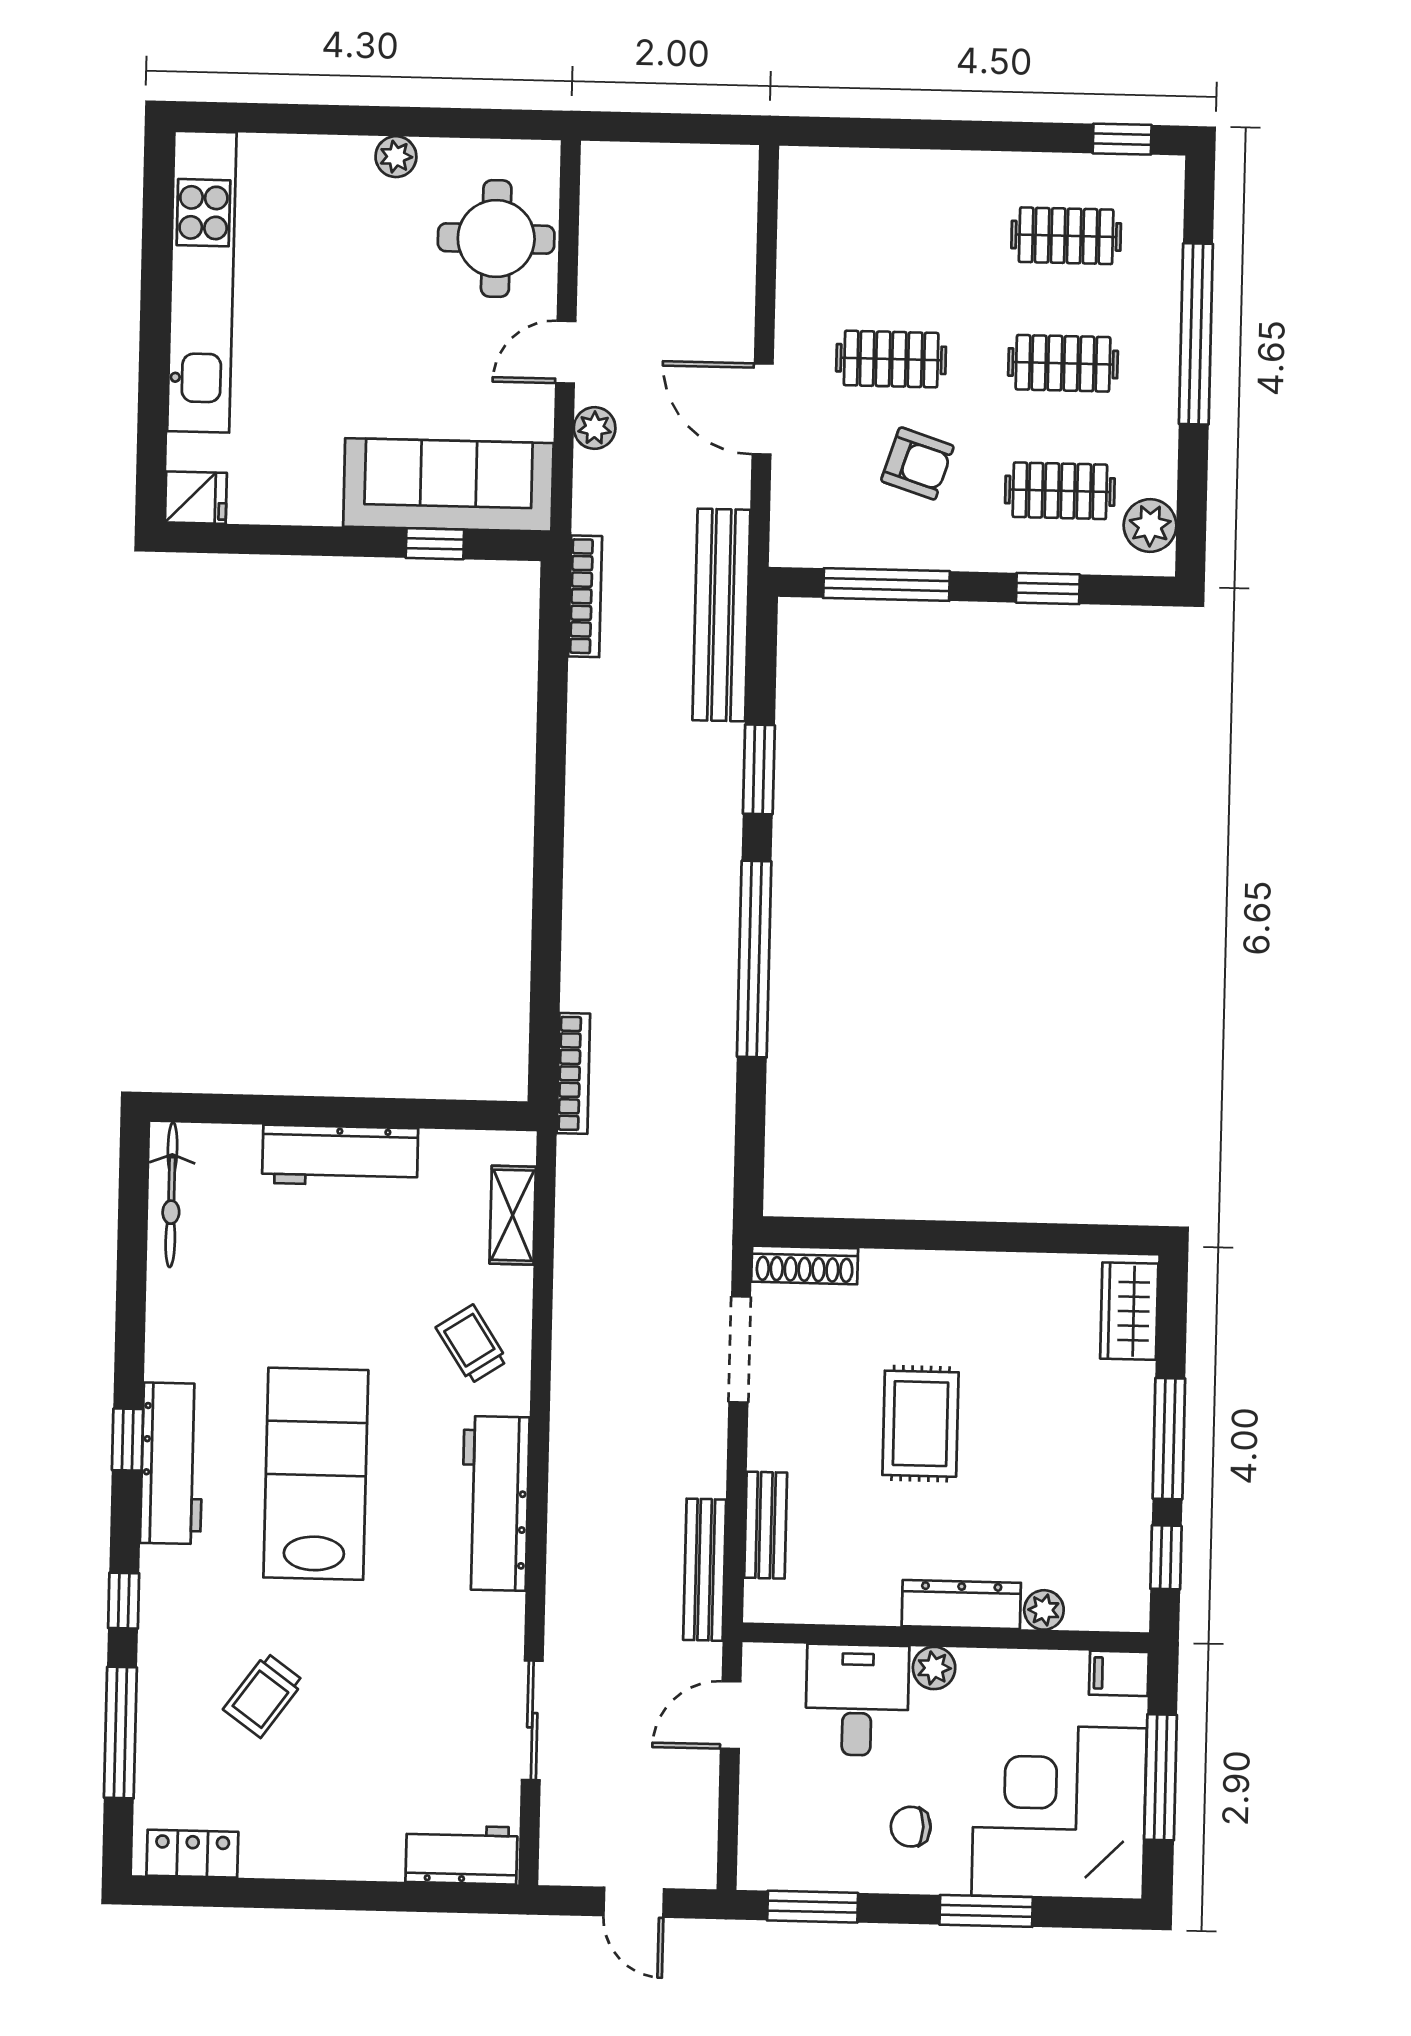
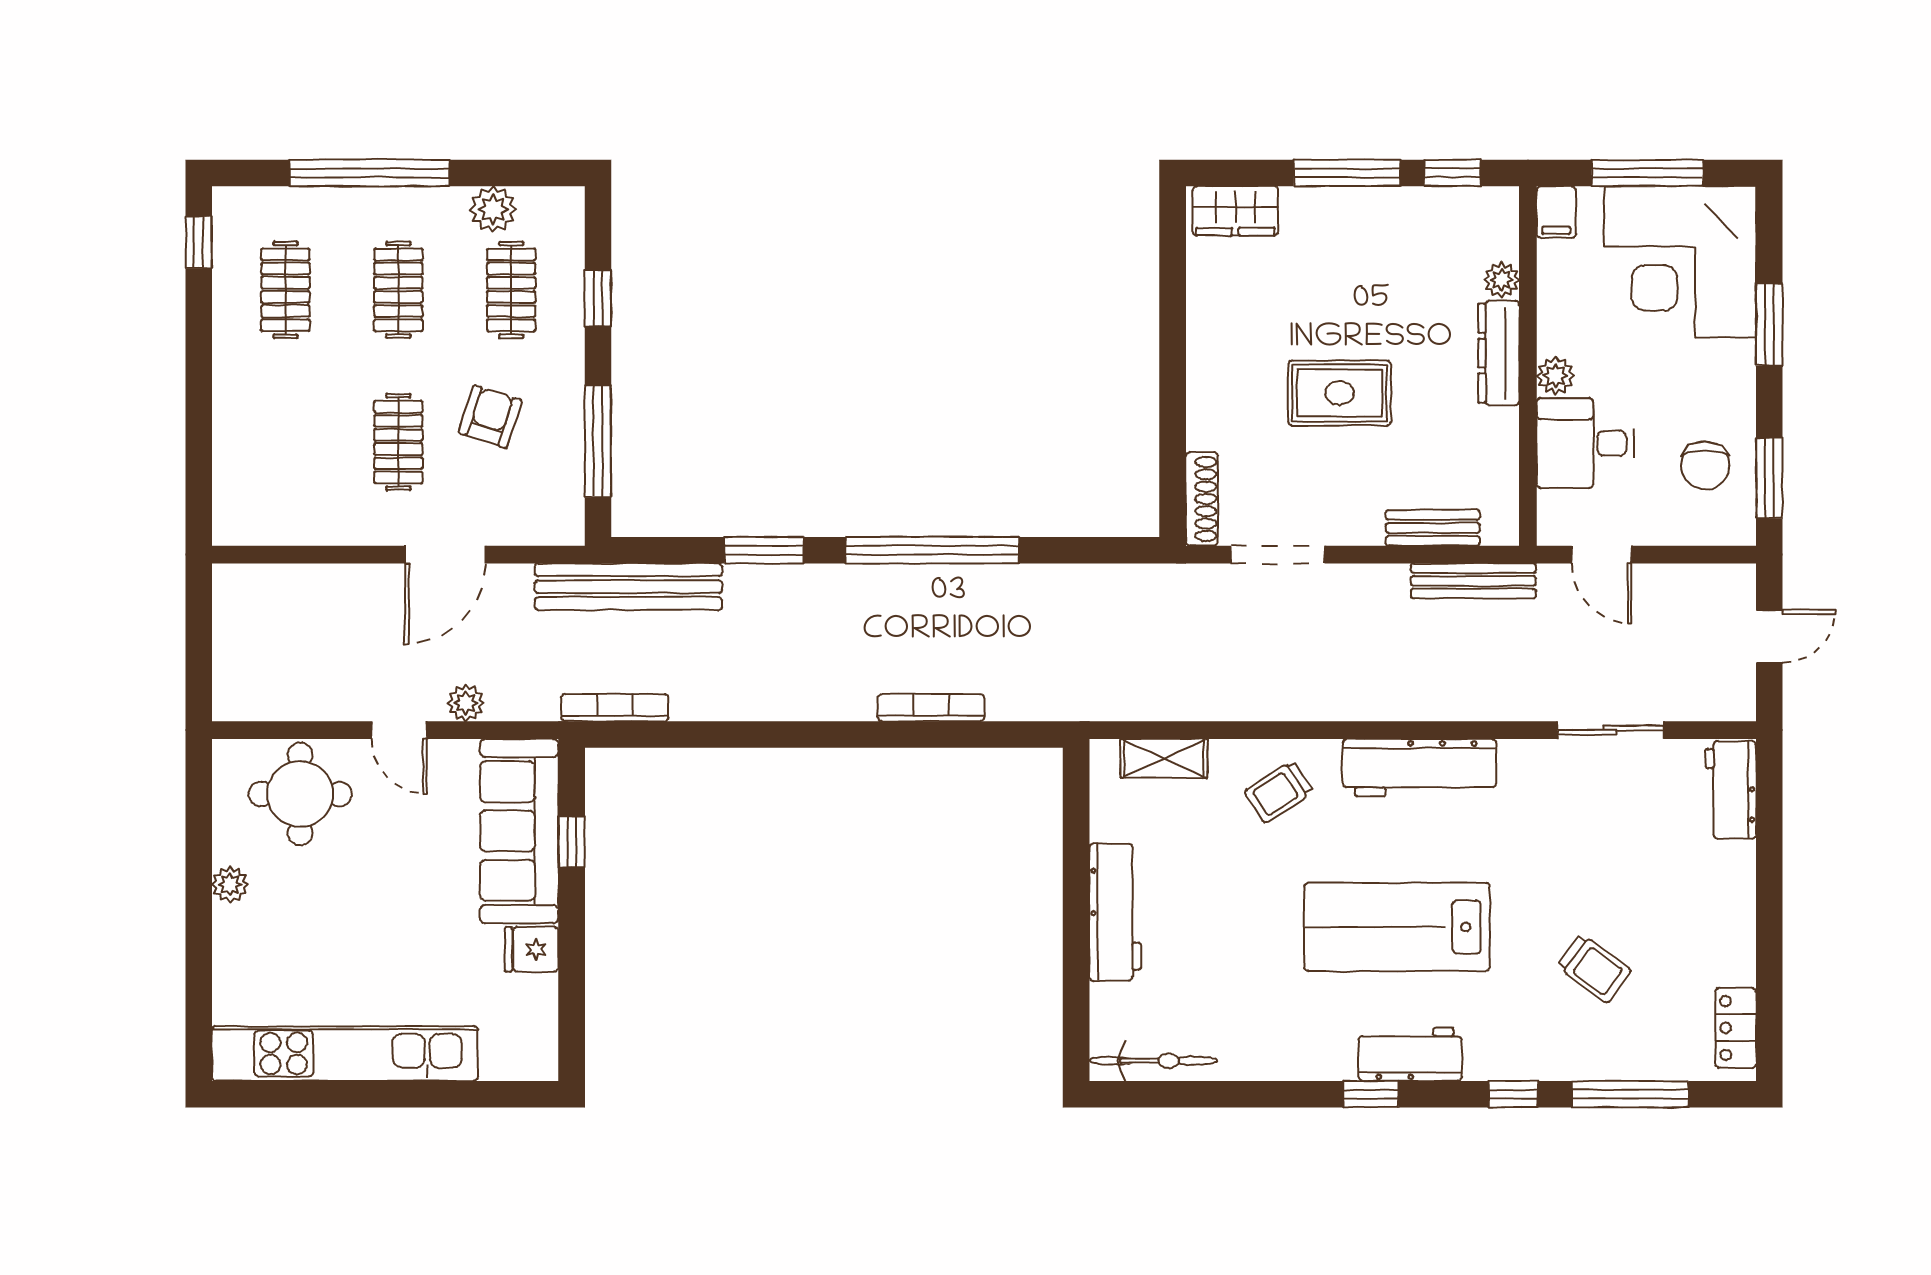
fridge: (196, 498) -> (532, 949), moved, turned -90
plant: (1150, 525) -> (493, 209), moved
bookcase: (573, 1073) -> (931, 708), moved
workbench: (172, 1463) -> (1410, 1054), width x0.73
chair: (911, 1827) -> (1705, 465), moved, width x1.37, depth x1.37

